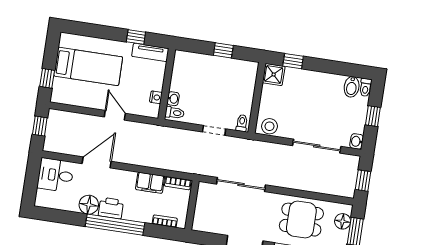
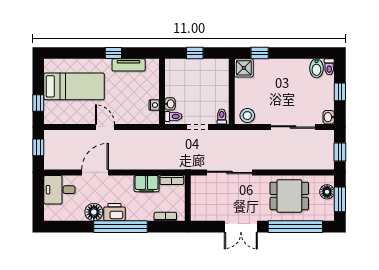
wall: (167, 84) -> (162, 91), moved
nightstand: (156, 97) -> (154, 105), moved
washbasin: (173, 99) -> (170, 104), moved
toilet: (175, 113) -> (173, 116), moved

